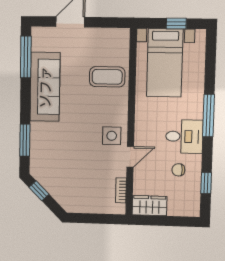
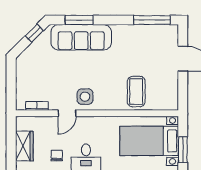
window: (176, 23) -> (183, 150), width x1.50
sofa: (45, 87) -> (81, 37), moved
door: (130, 157) -> (67, 113), hinge flipped
wardrobe: (150, 206) -> (24, 146), moved

